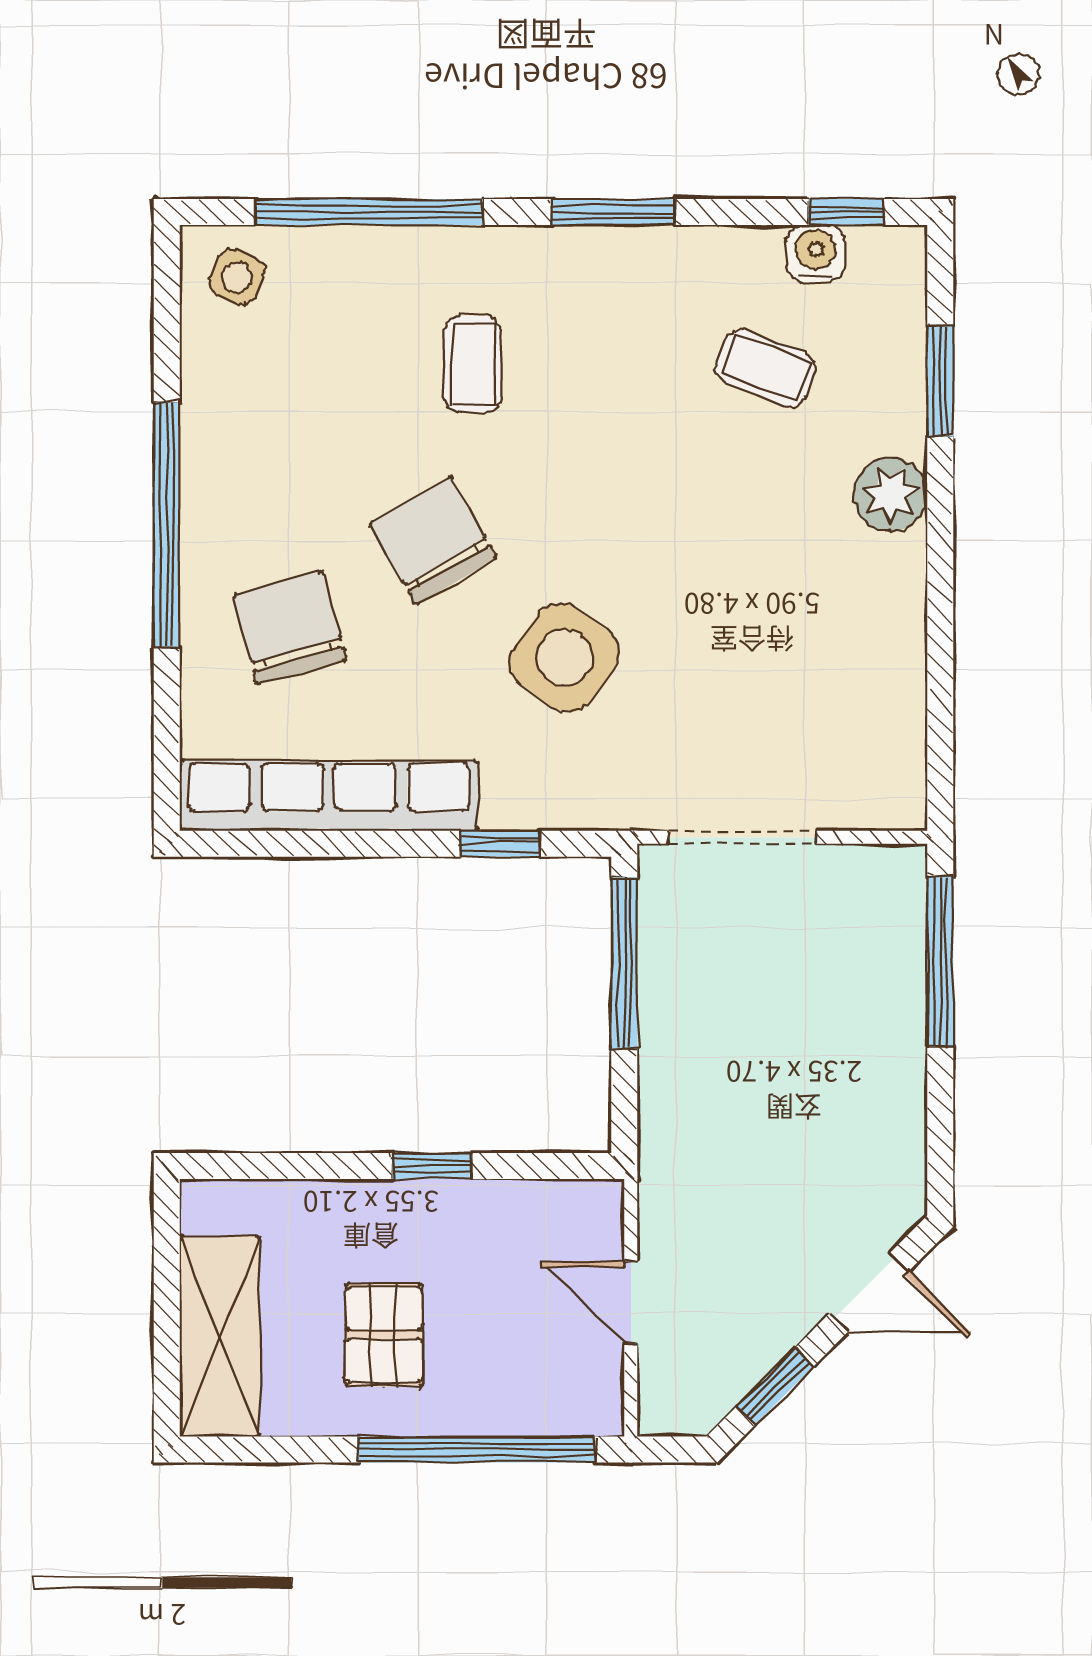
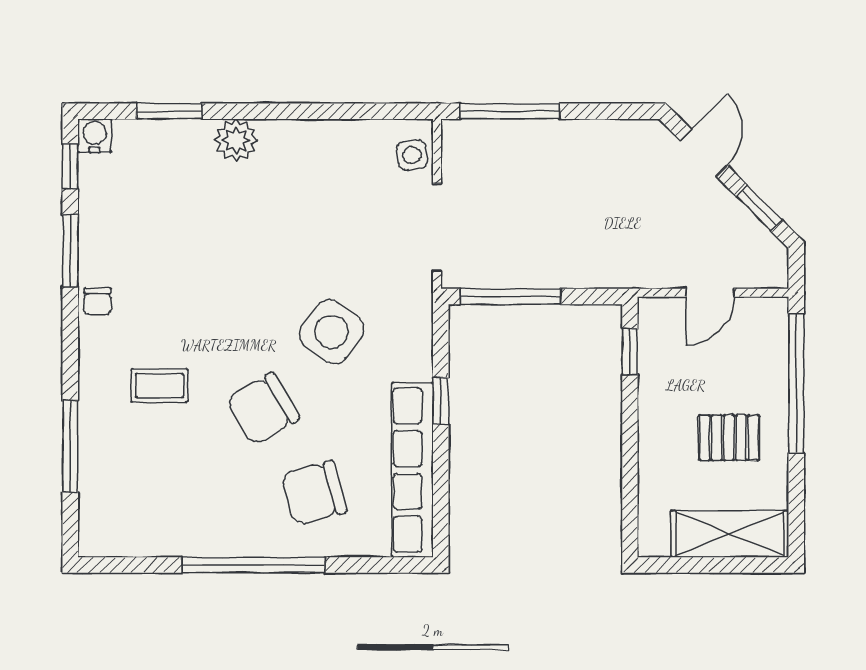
window: (369, 212) -> (70, 446), width x0.68
window: (613, 212) -> (70, 251), moved
water cooler: (816, 254) -> (95, 136), moved, turned 90
chair: (616, 259) -> (98, 302), added
side table: (237, 277) -> (412, 155), moved, turned -31
coffee table: (766, 368) -> (162, 213), removed
window: (500, 844) -> (441, 401), moved
window: (432, 1166) -> (630, 352), moved

